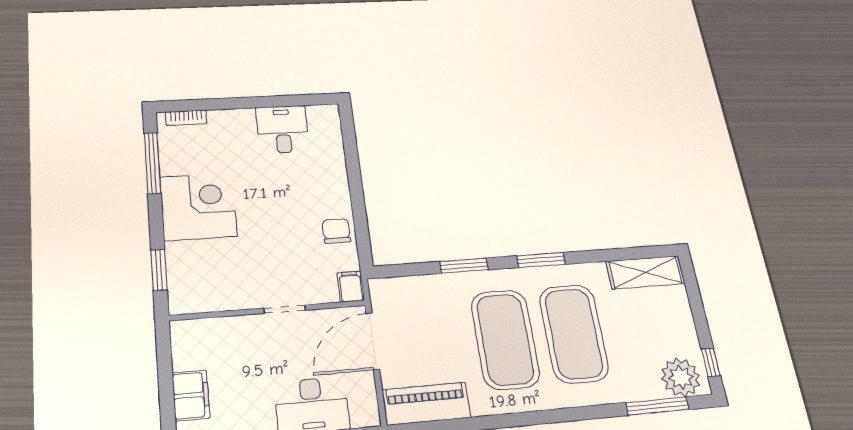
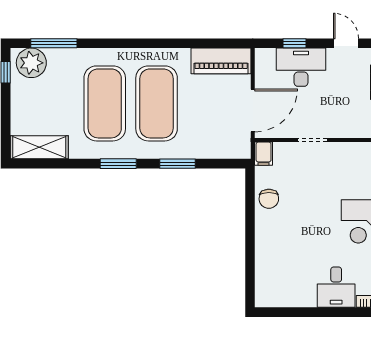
desk: (283, 129) -> (336, 287), moved

